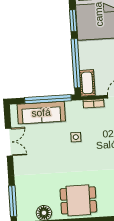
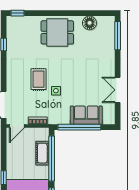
cot: (87, 83) -> (42, 153), moved
sofa: (41, 113) -> (86, 115), width x0.73
rug: (95, 148) -> (39, 79), added

